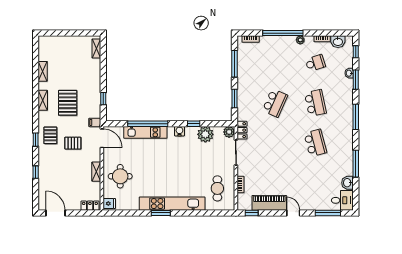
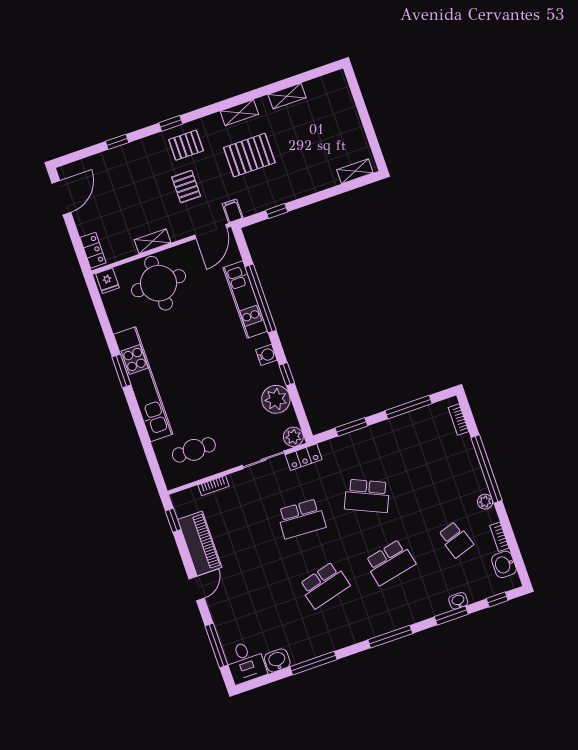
school desk: (275, 143) -> (301, 519), added
round table: (120, 176) -> (159, 283), width x1.36, depth x1.36

